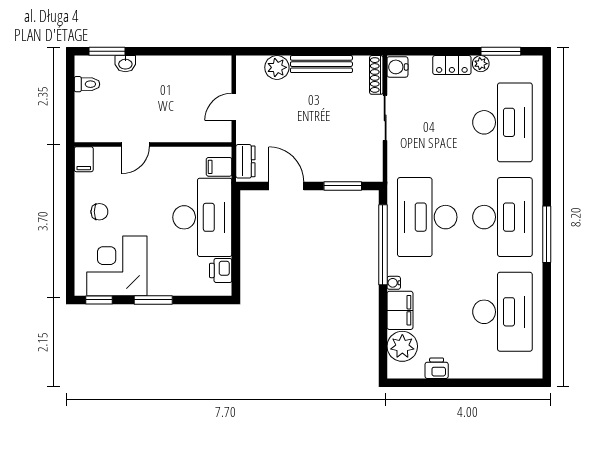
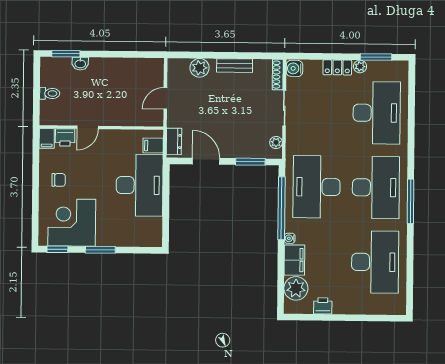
bench: (321, 64) -> (235, 66), width x0.73
toilet: (87, 84) -> (50, 93), moved
plant: (375, 161) -> (276, 142), added
printer: (221, 270) -> (65, 137), moved, turned -90

